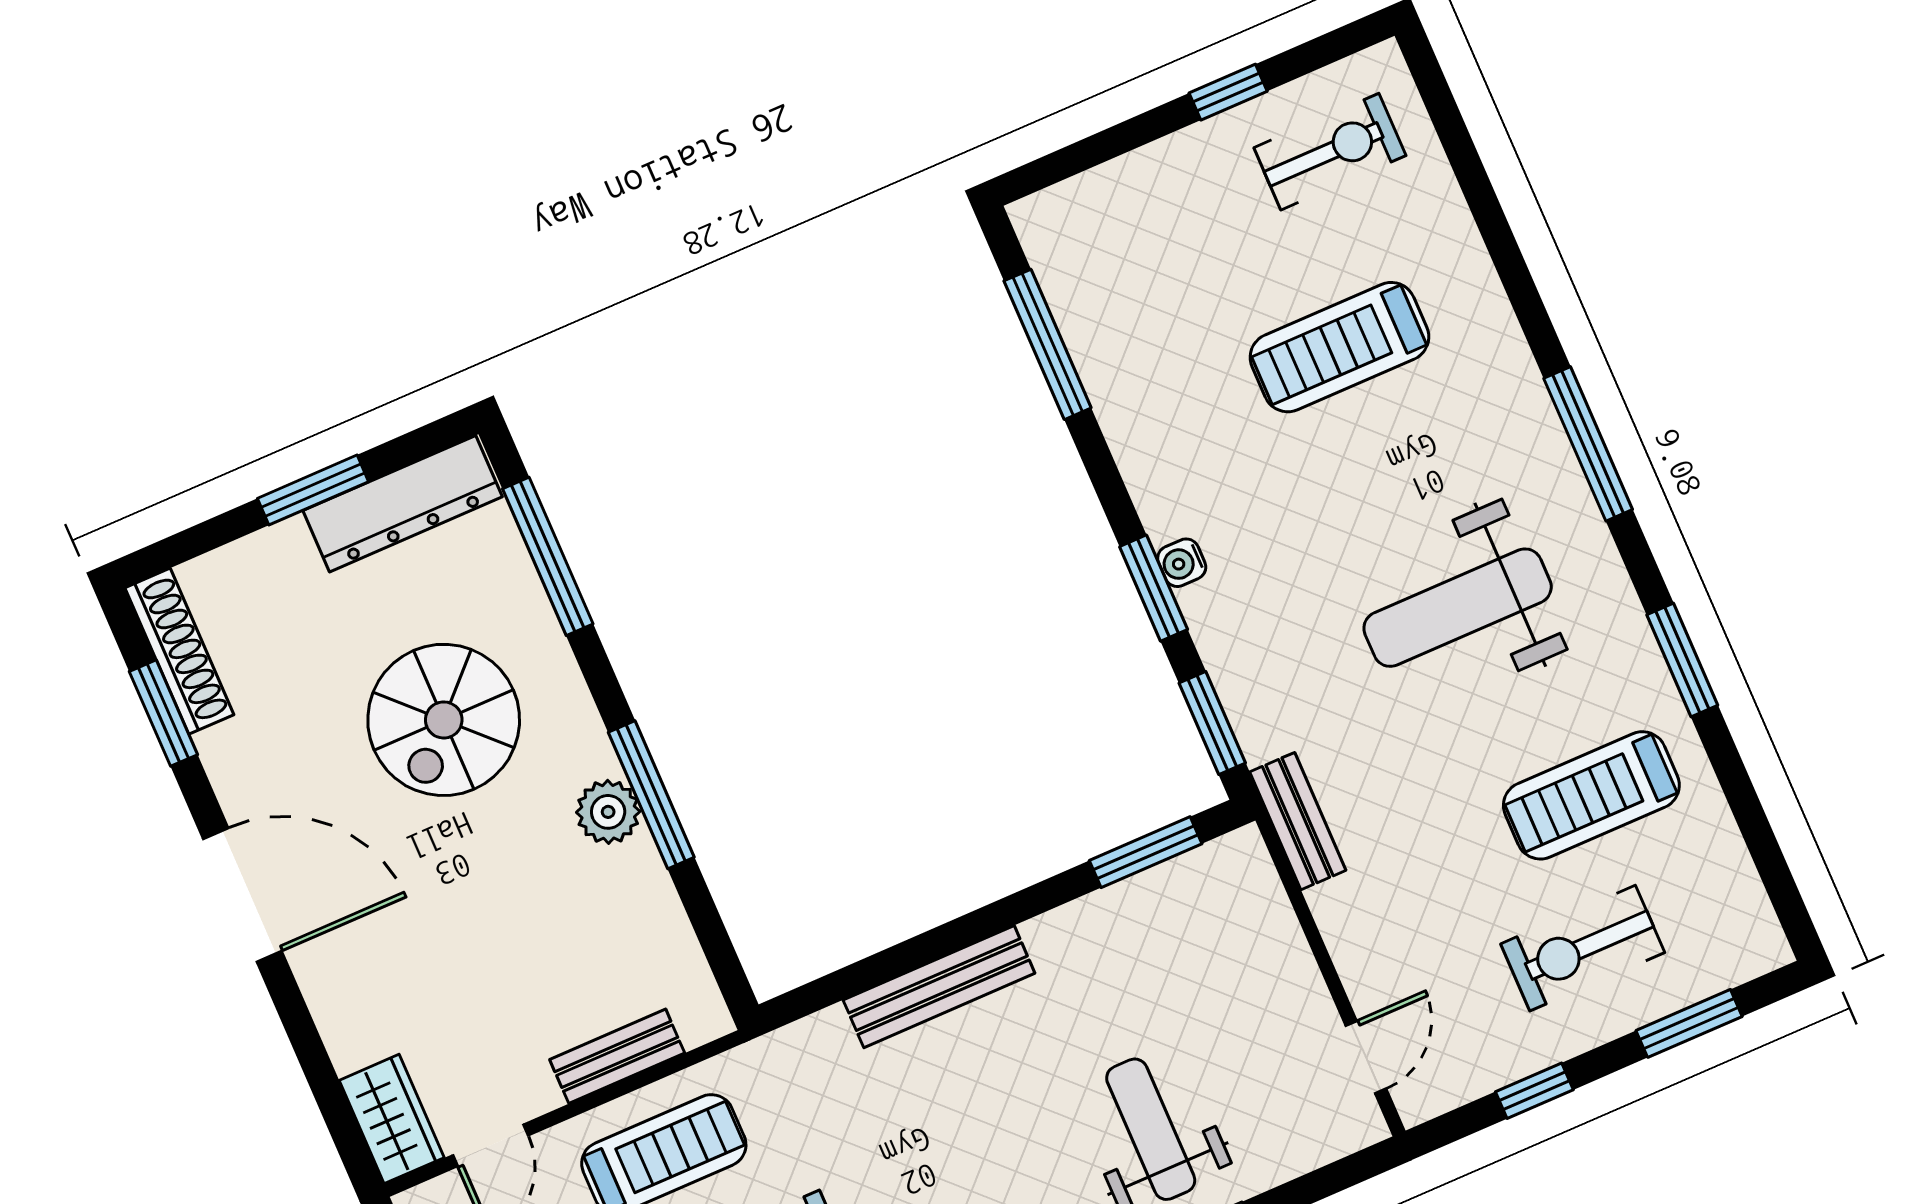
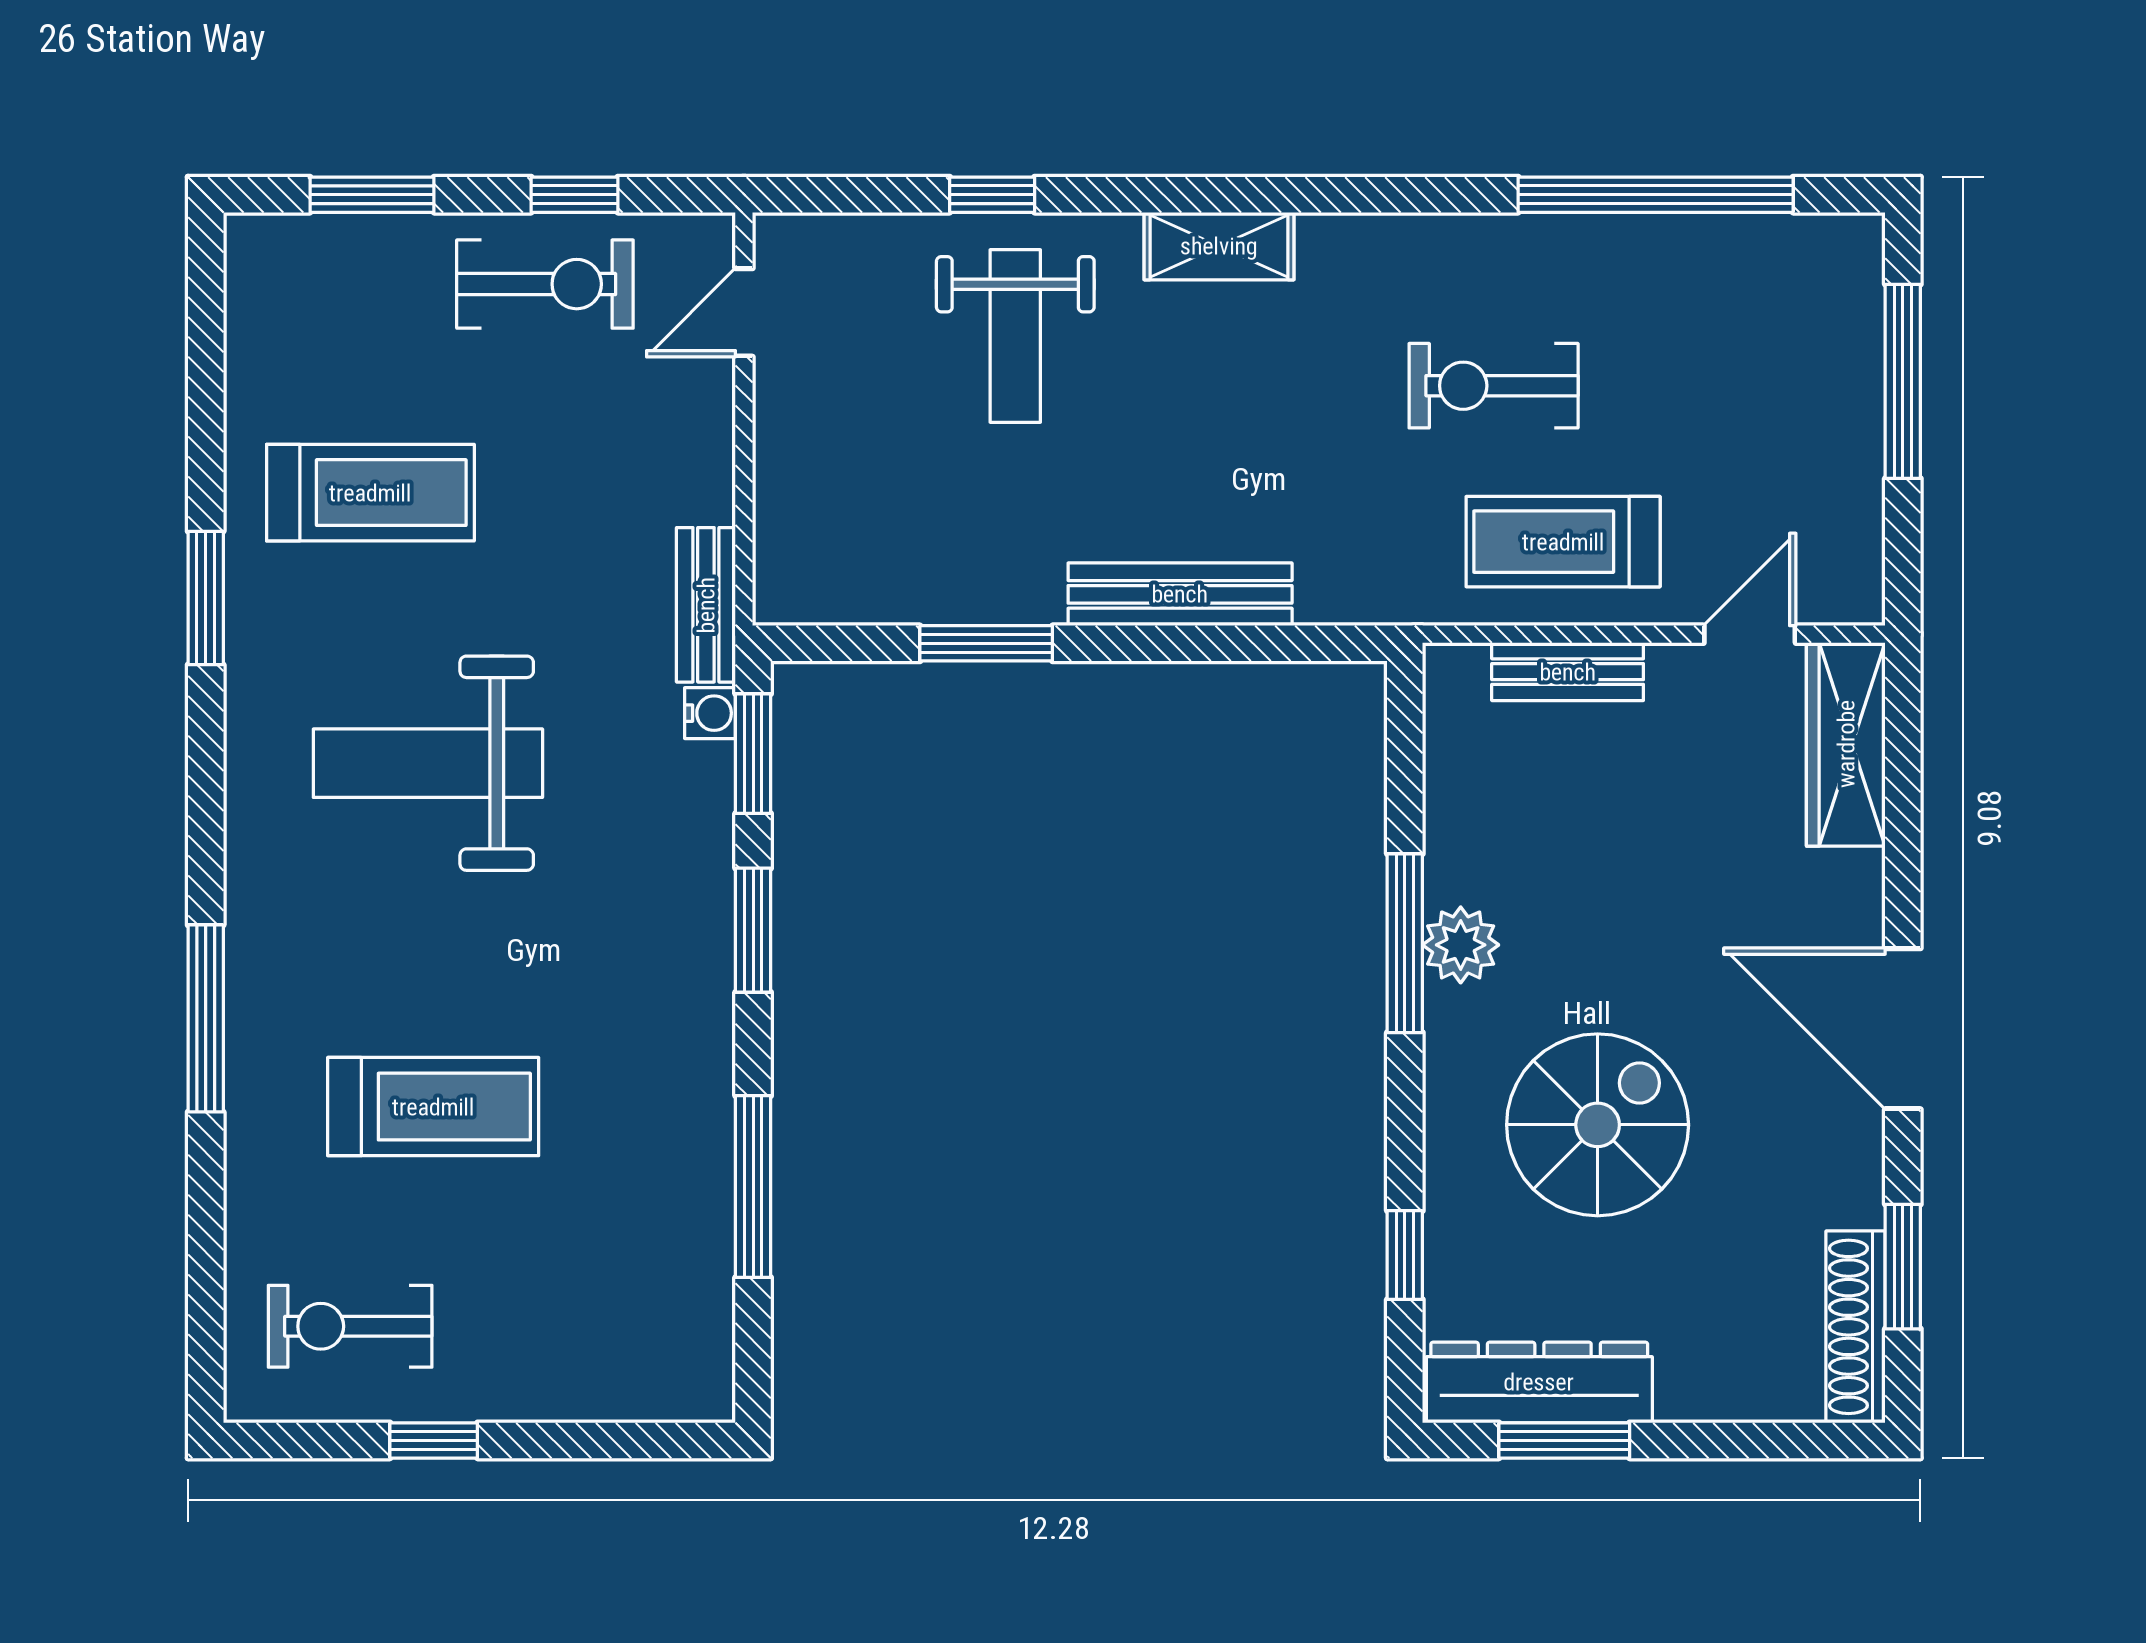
window: (1048, 344) -> (753, 1187), moved
window: (1588, 444) -> (206, 1018), moved
window: (313, 490) -> (1564, 1440), moved
window: (548, 556) -> (1405, 1255), width x0.46
water cooler: (1182, 563) -> (710, 713), moved
weight bench: (1458, 608) -> (428, 763), turned 180
window: (1146, 852) -> (986, 643), moved
exercise bike: (1583, 948) -> (545, 284), moved
wardrobe: (392, 1119) -> (1846, 744), width x1.50

